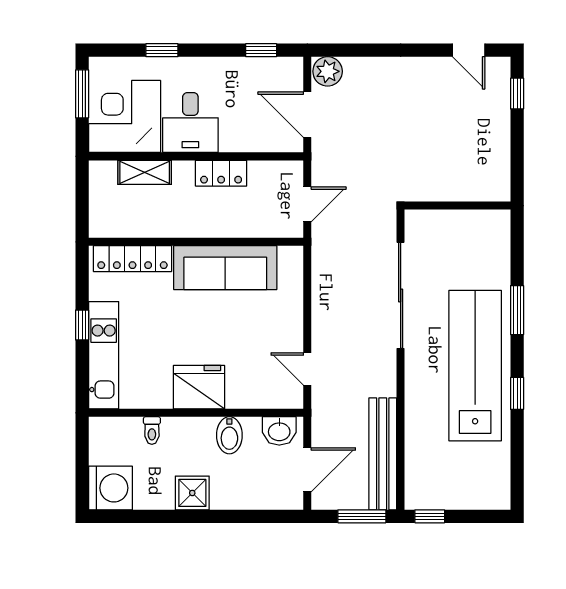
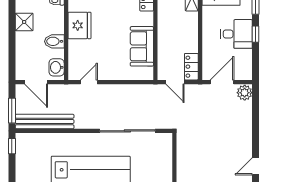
window: (261, 50) -> (256, 34), moved
desk: (190, 123) -> (237, 34), moved, turned 180
locker: (221, 173) -> (191, 67), moved
sofa: (225, 268) -> (142, 46), width x0.73

